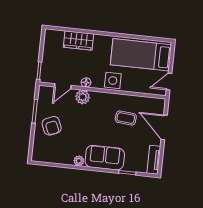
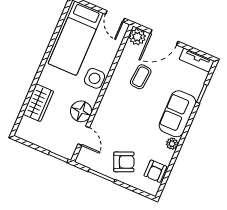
floor lamp: (86, 83) -> (81, 111), width x1.89, depth x1.89
plant: (83, 97) -> (137, 37), moved
armchair: (52, 154) -> (155, 171), added

